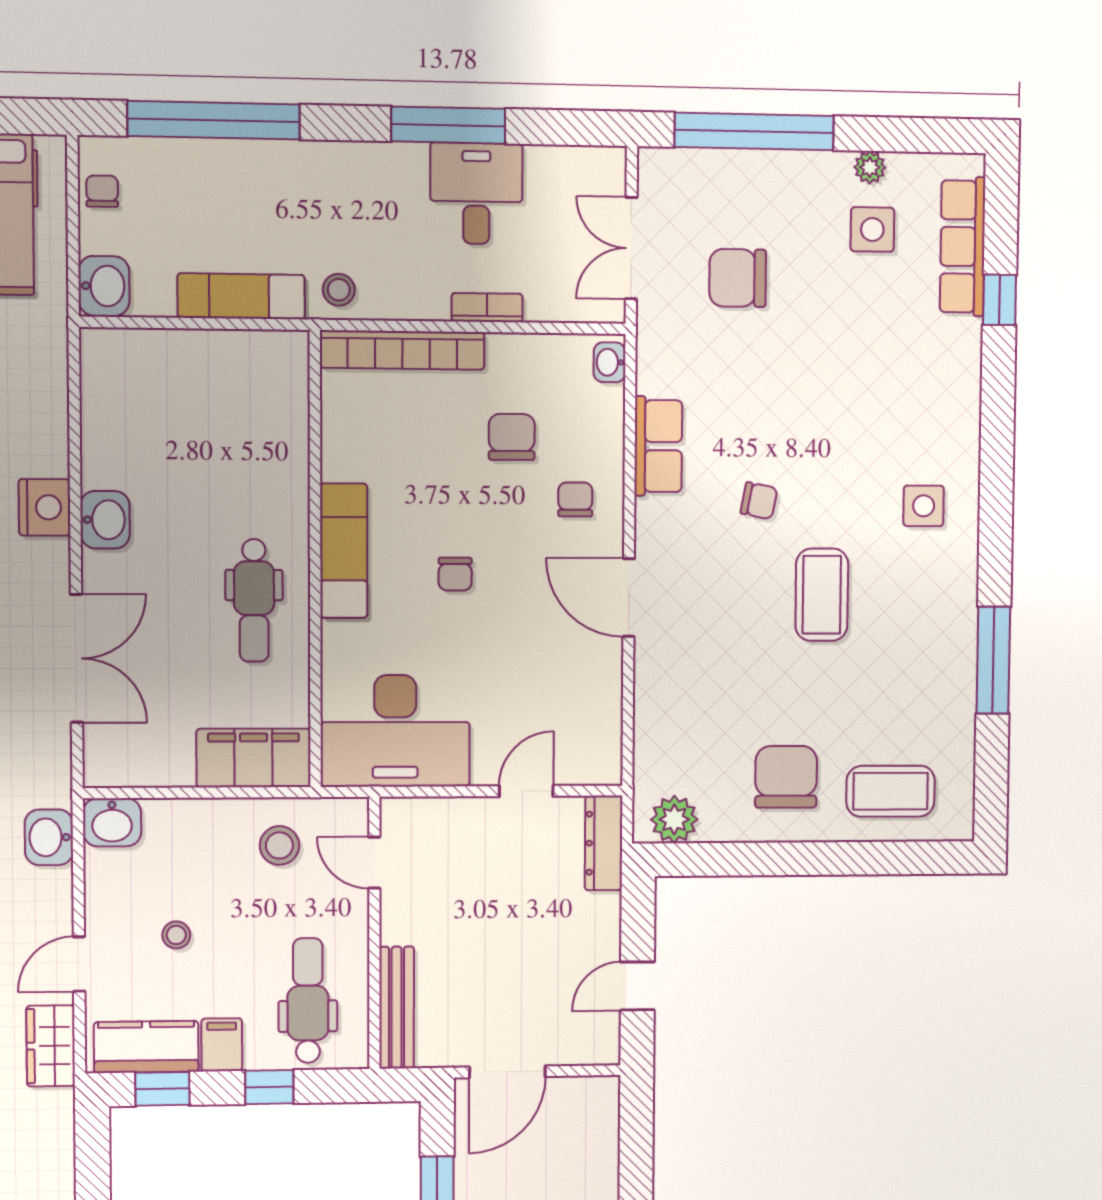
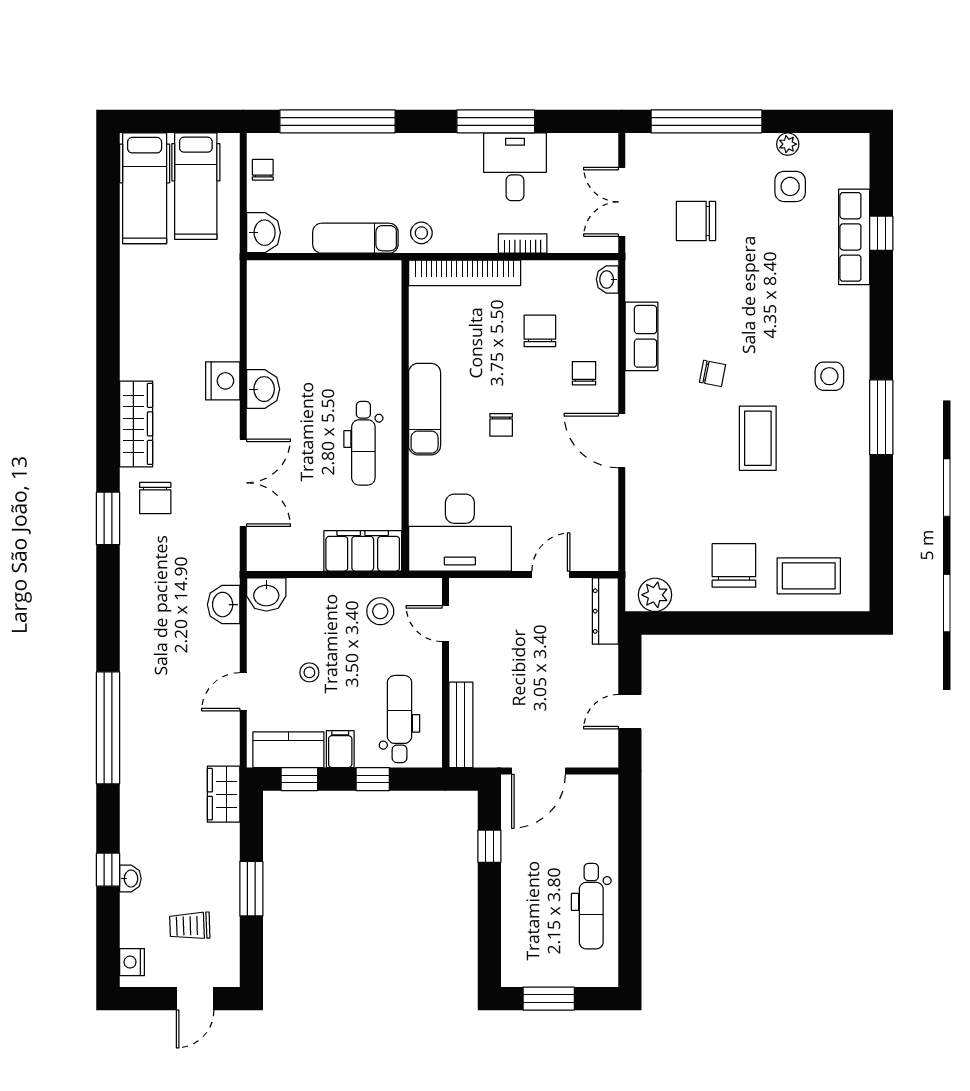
row of seats: (963, 247) -> (854, 237), moved
window: (993, 660) -> (881, 417), moved
wardrobe: (51, 1046) -> (224, 794), moved

